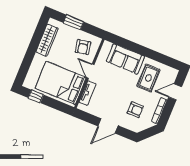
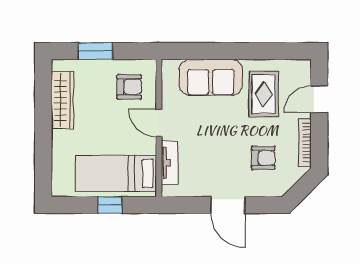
armchair: (83, 47) -> (129, 87), turned -79
bed: (61, 83) -> (116, 173), width x0.67
window: (36, 96) -> (110, 205), moved
door: (108, 126) -> (228, 205), hinge flipped

